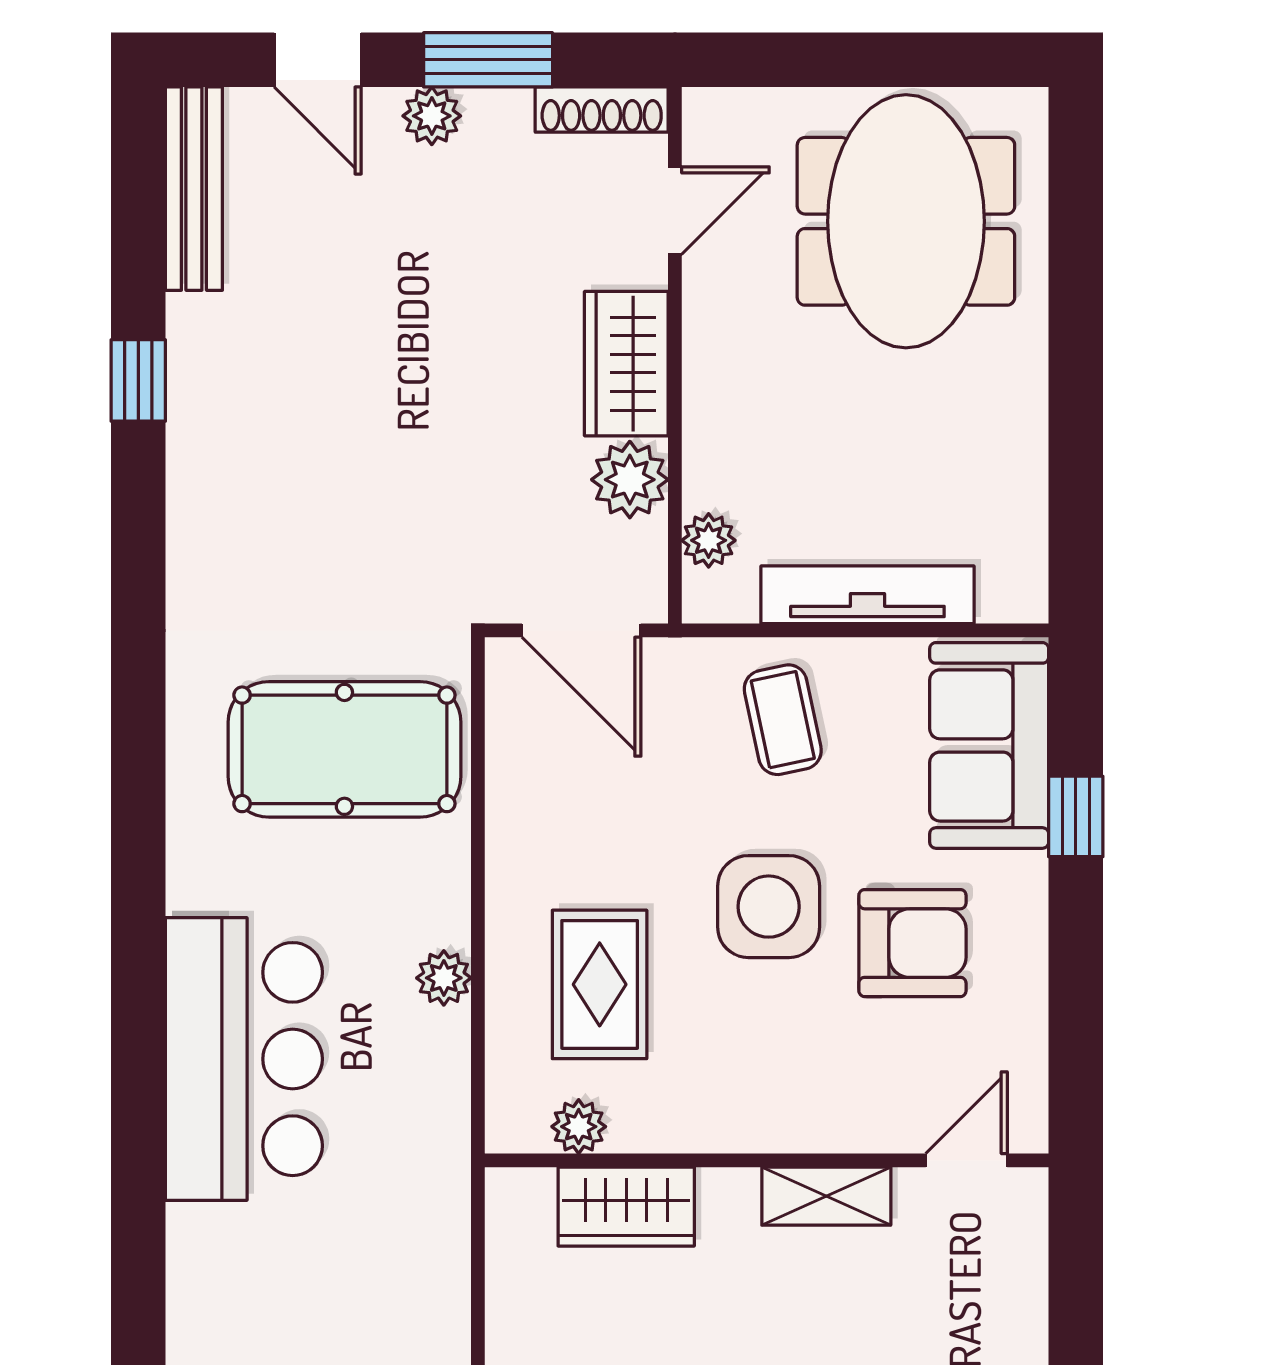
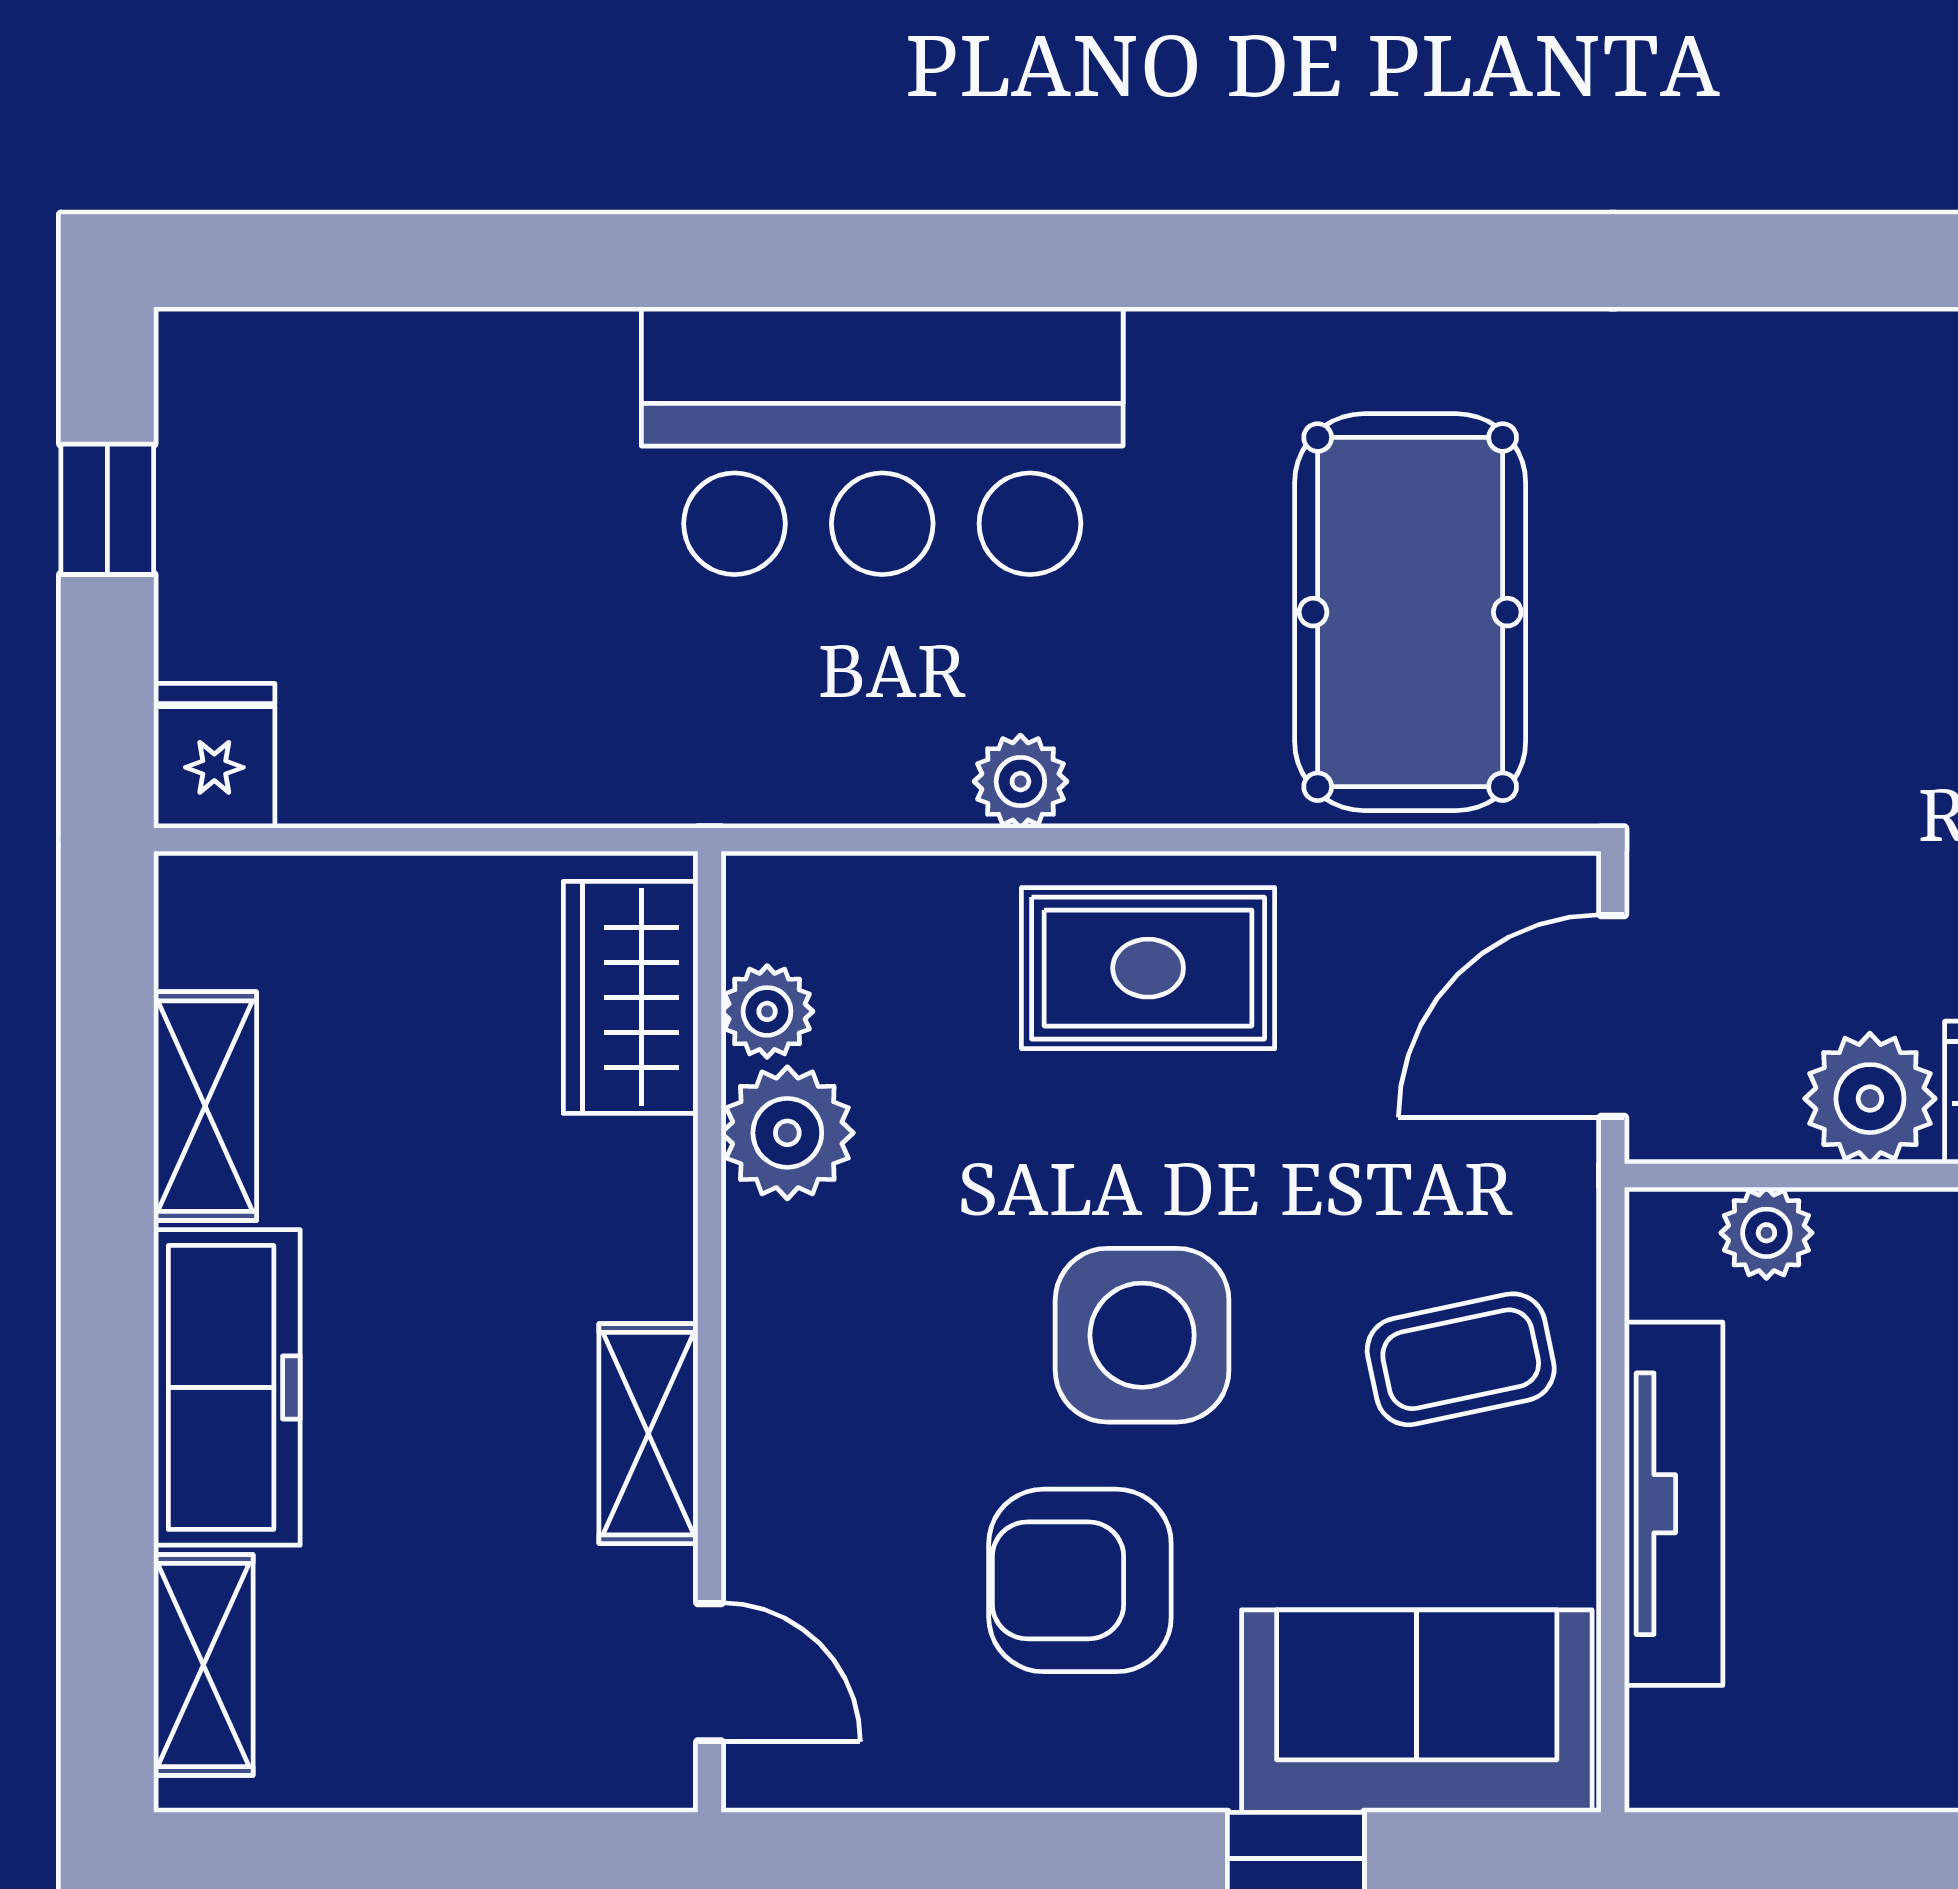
armchair: (912, 943) -> (1080, 1580), turned 90
rug: (600, 984) -> (1148, 968), moved
plant: (650, 1115) -> (787, 1133), added
wardrobe: (626, 1207) -> (631, 997), moved

